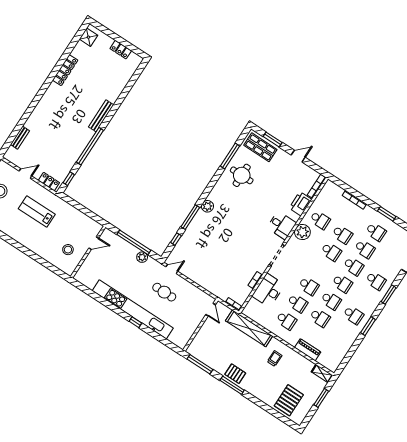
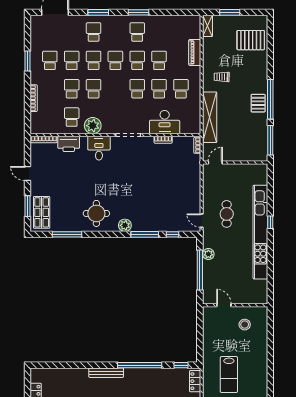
round table: (242, 175) -> (96, 213), moved
window: (232, 385) -> (270, 99), width x1.46

